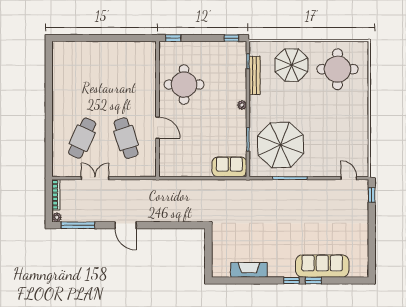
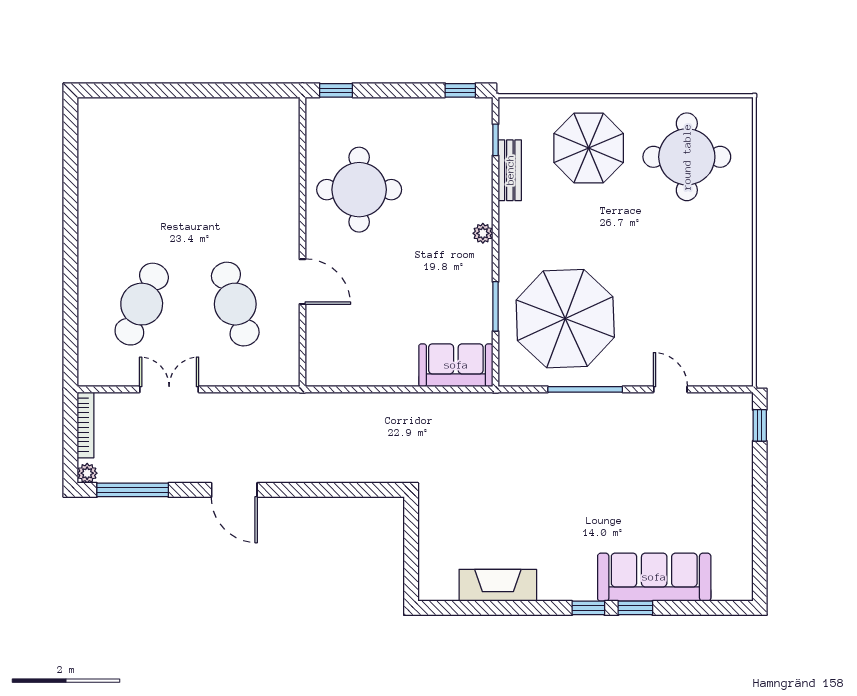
bench: (255, 75) -> (510, 170), width x0.73
door: (349, 178) -> (670, 389), moved

